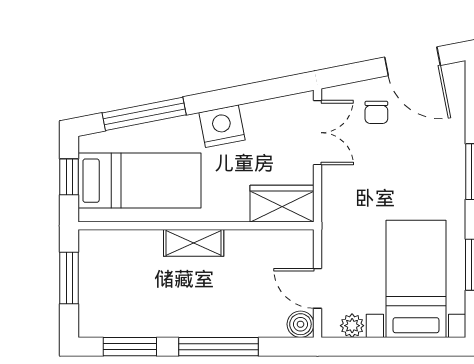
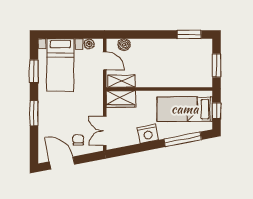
shelving: (194, 243) -> (121, 81), moved
boiler: (300, 324) -> (124, 45), moved
window: (219, 347) -> (149, 35), removed

